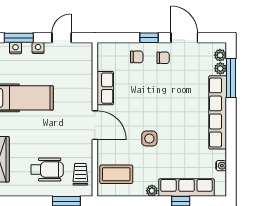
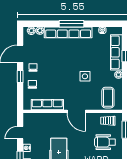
door: (62, 38) -> (20, 133), hinge flipped
window: (231, 78) -> (71, 24), moved
row of seats: (105, 88) -> (47, 105), width x1.48
door: (95, 125) -> (76, 111), swing flipped
wheelchair: (47, 170) -> (105, 142), turned -90

